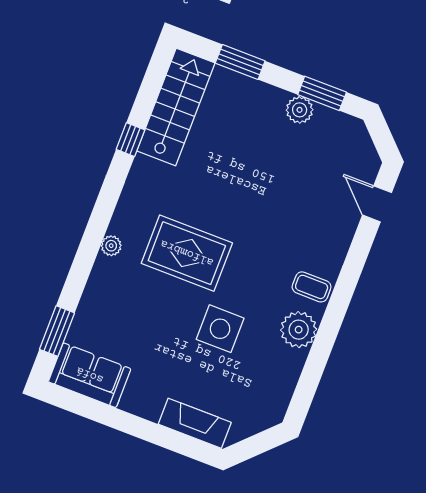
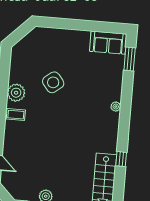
rug: (187, 253) -> (79, 113), removed
side table: (220, 329) -> (53, 82), turned -38
fireplace: (195, 423) -> (52, 34), removed

